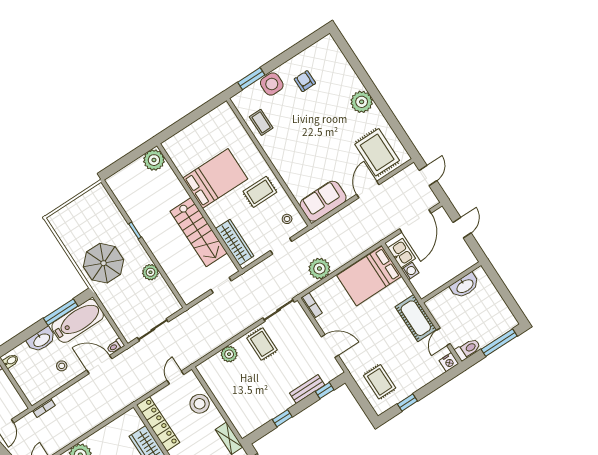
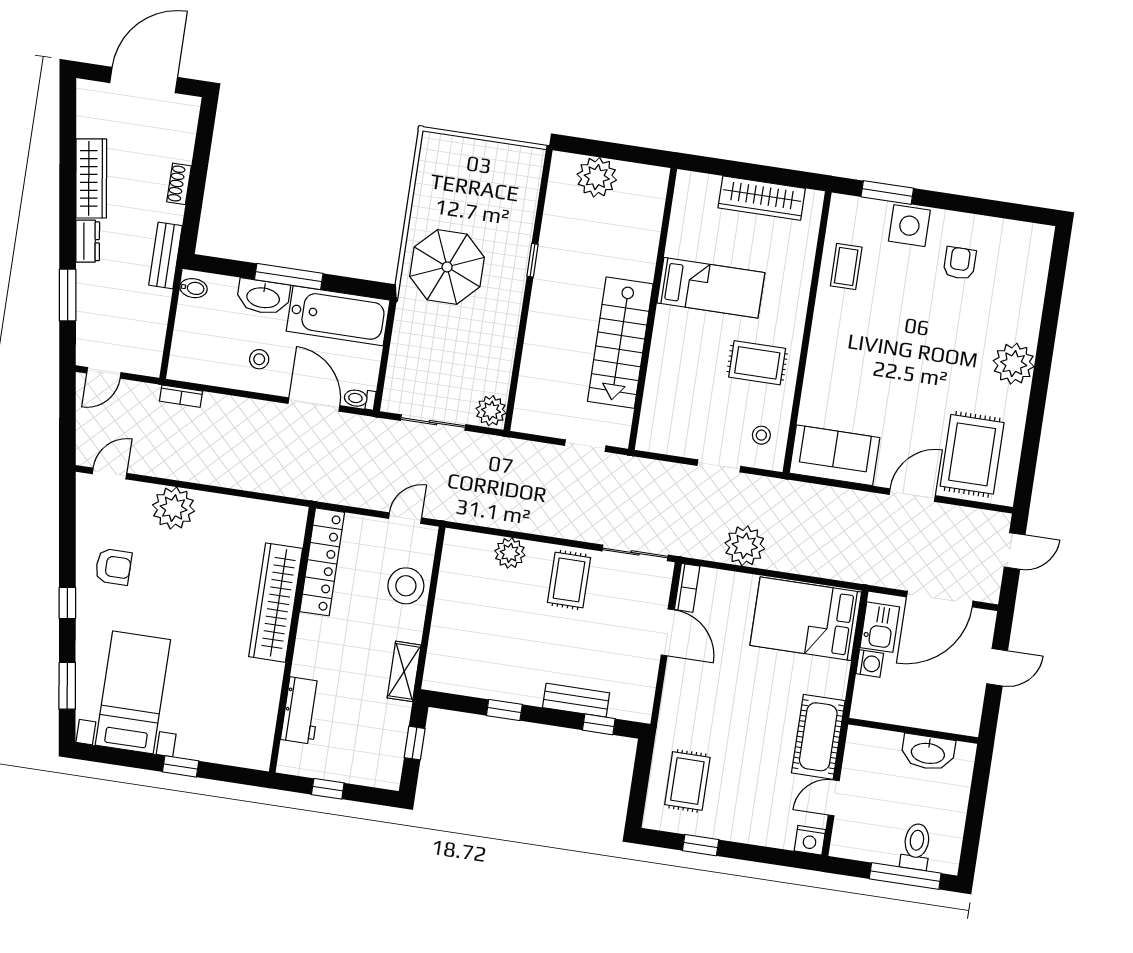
plant: (154, 160) -> (597, 177), moved
bed: (215, 178) -> (711, 288), width x0.67
wardrobe: (235, 242) -> (762, 198), moved, turned 90
plant: (150, 272) -> (491, 411), moved
window: (61, 312) -> (289, 277), moved
door: (330, 346) -> (667, 632), moved
toilet: (468, 349) -> (916, 846), moved, turned -90

